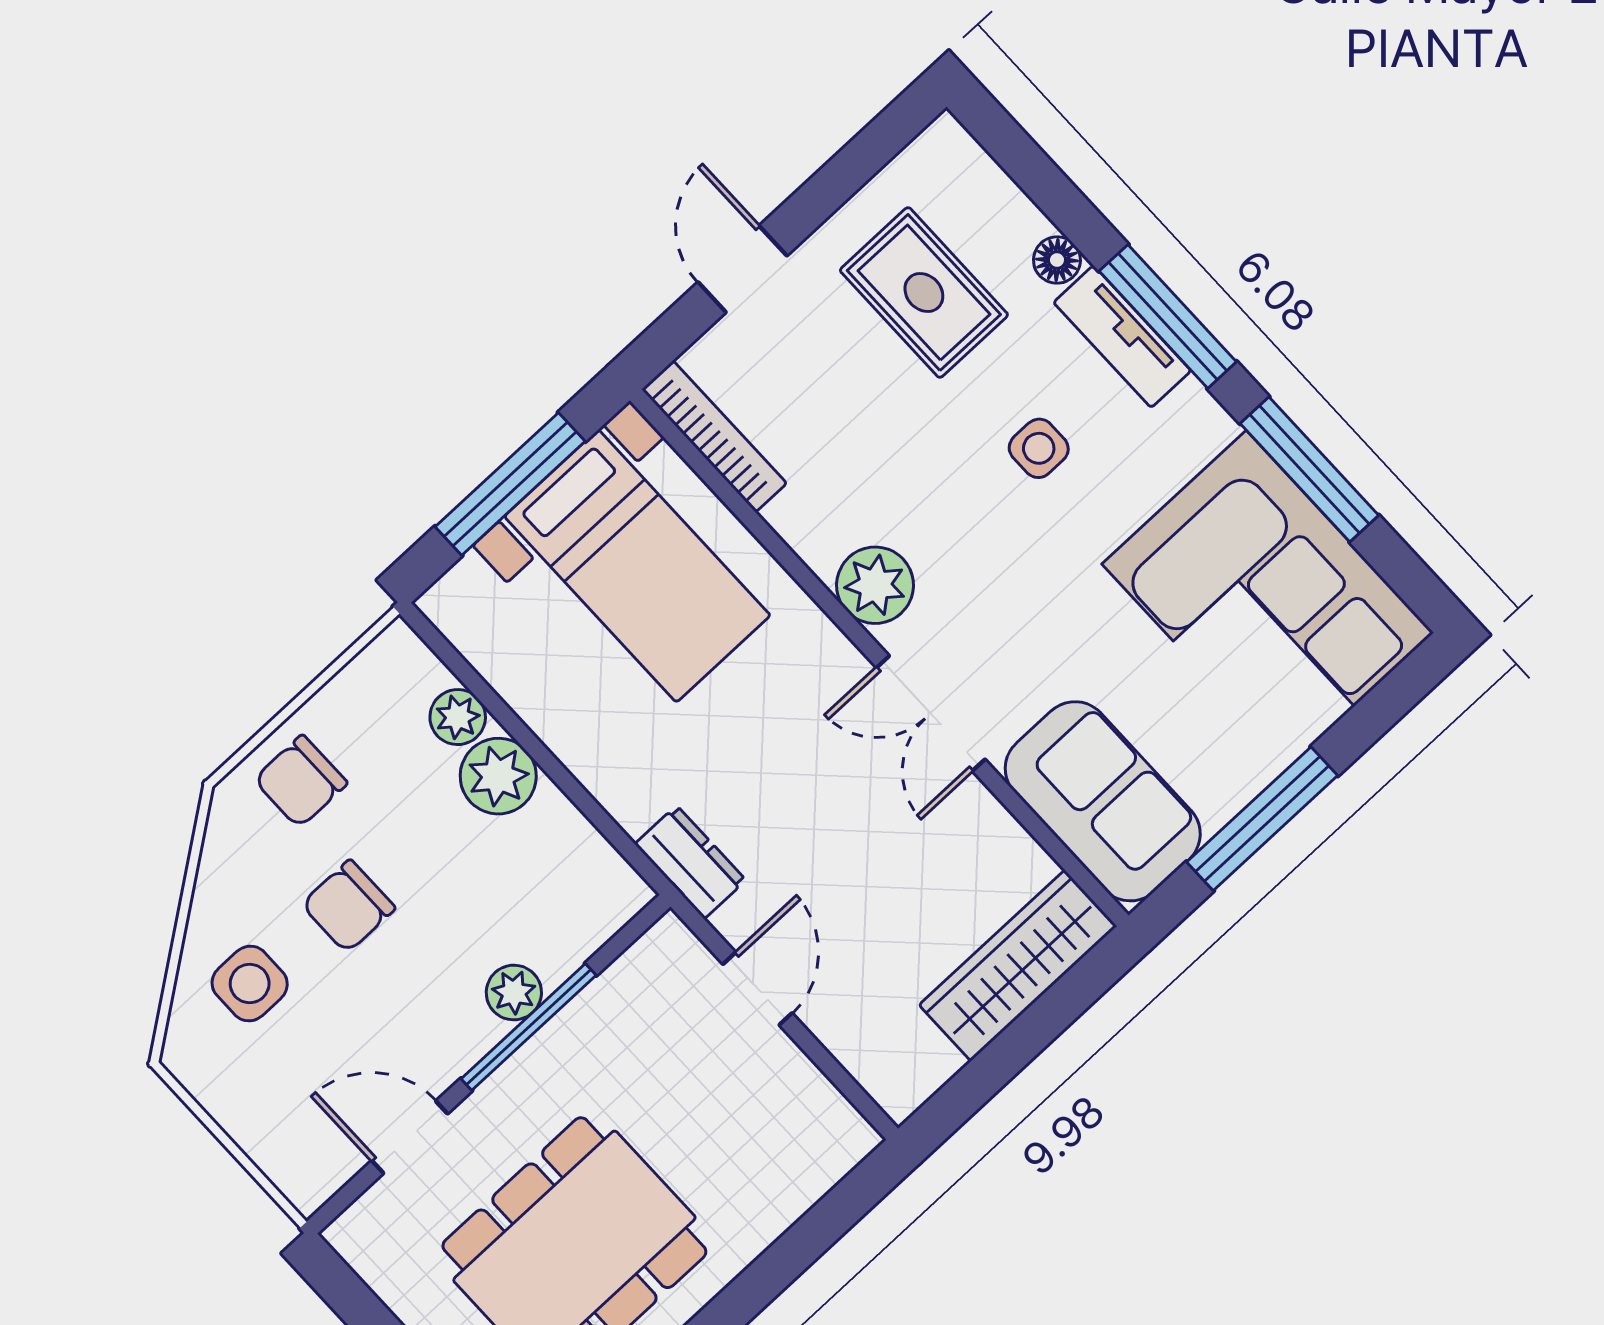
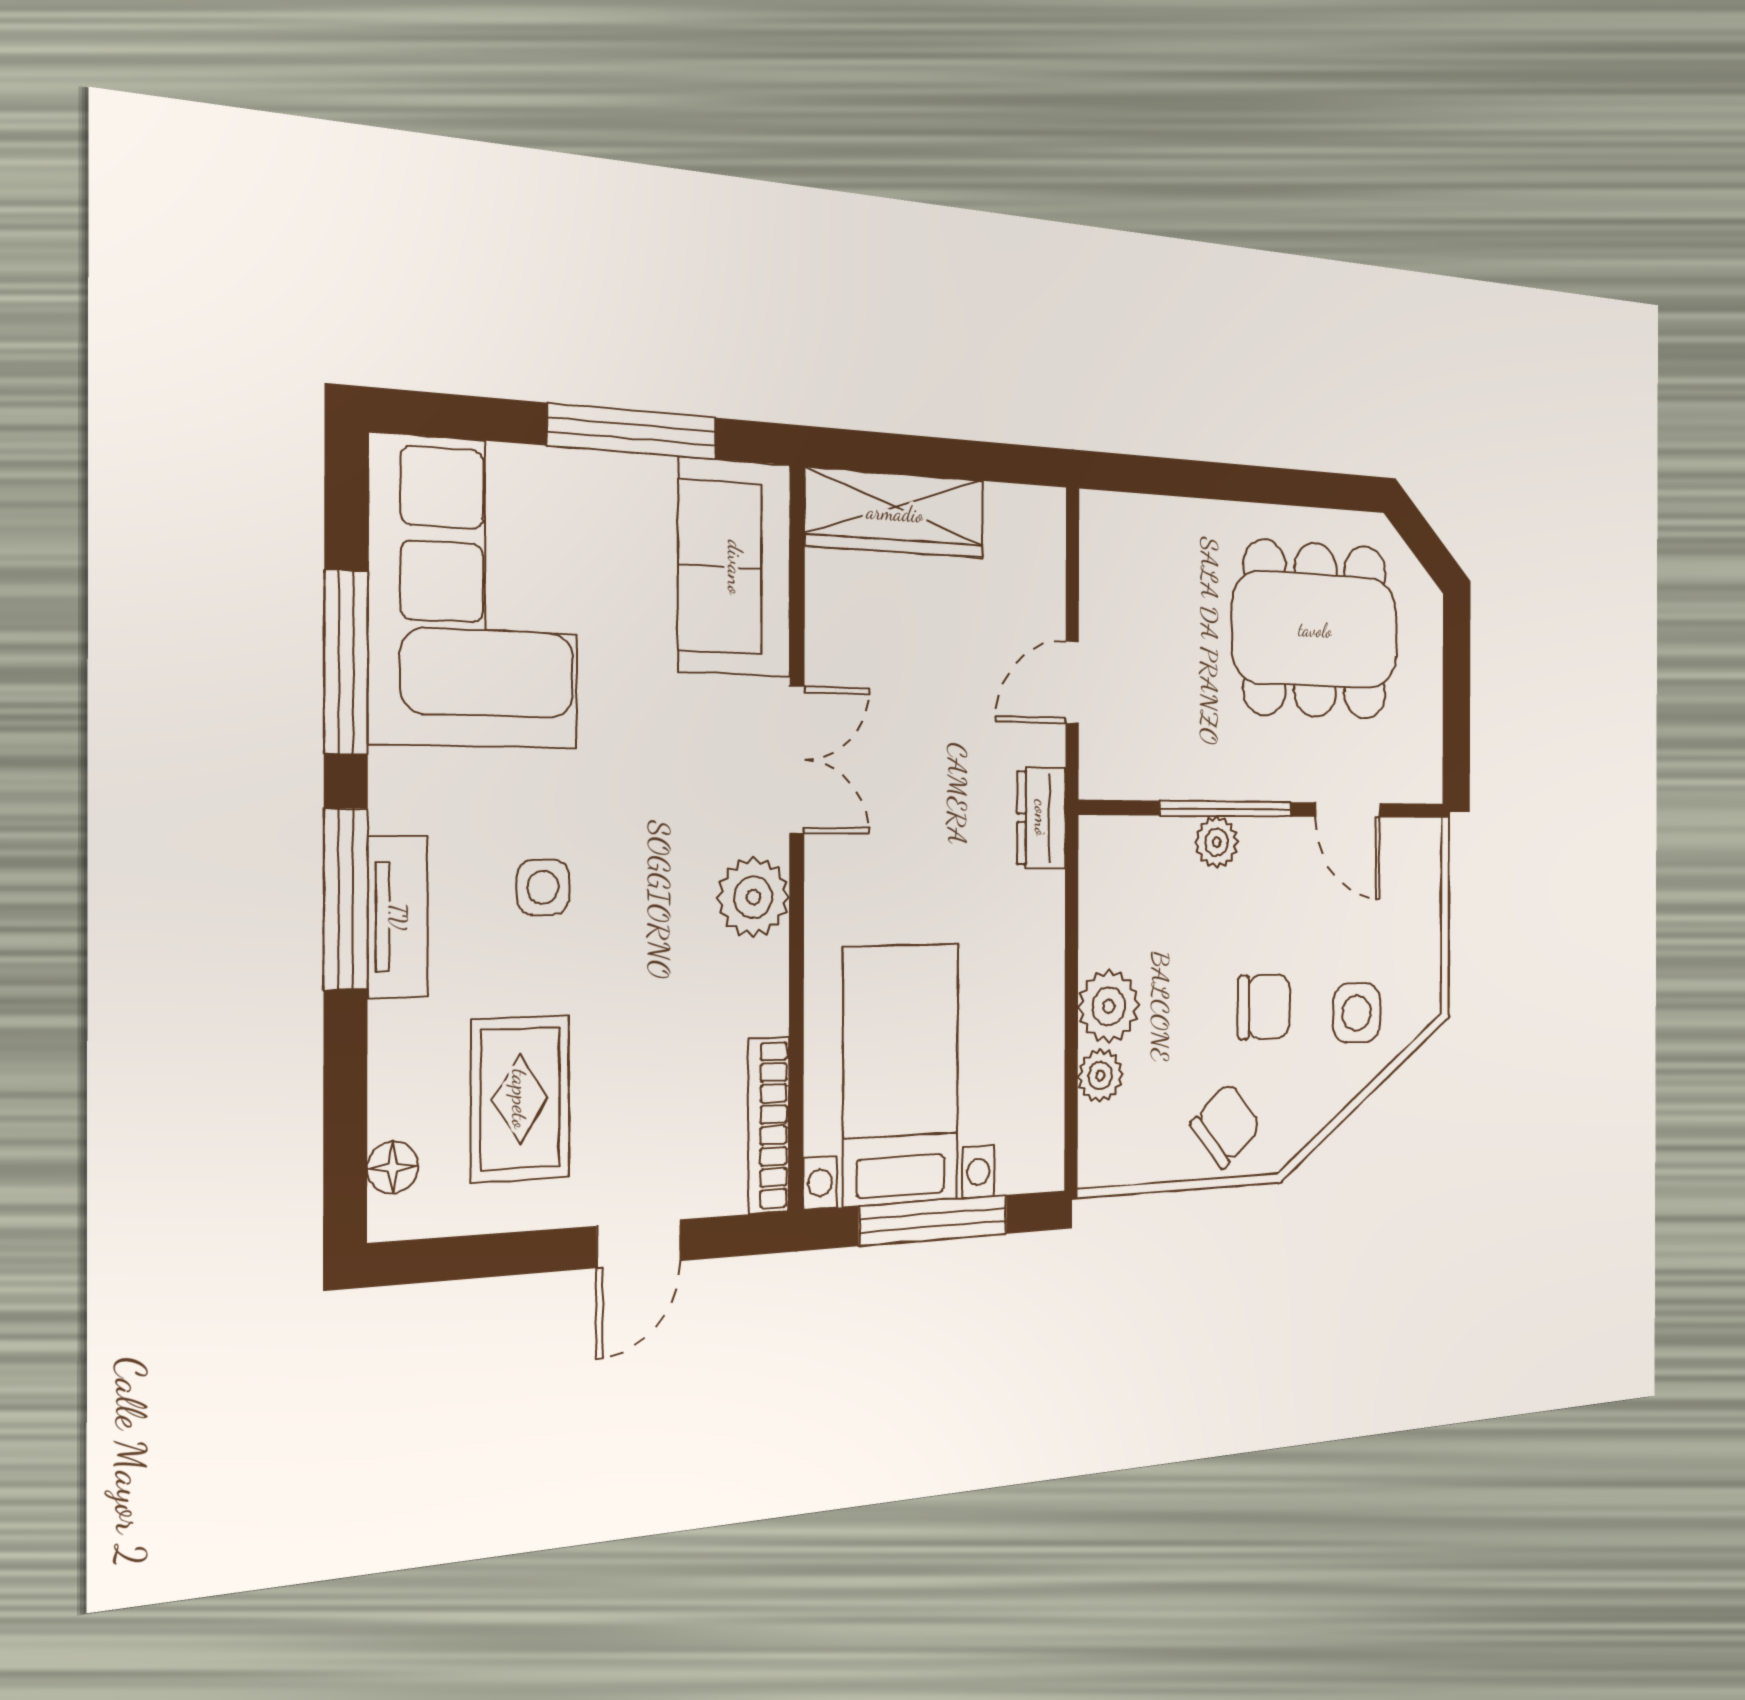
floor lamp: (1057, 260) -> (393, 1167), moved
chair: (301, 781) -> (1226, 1125), turned -40

